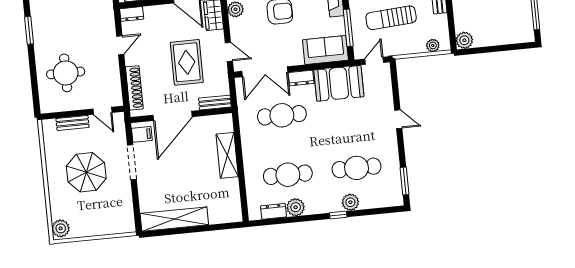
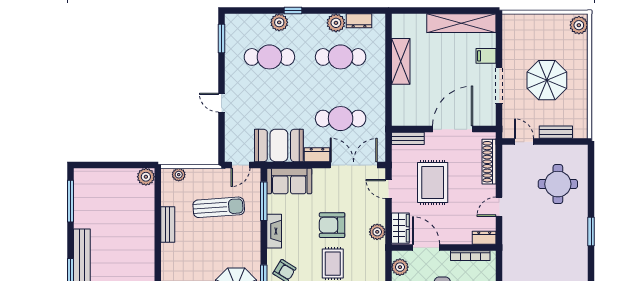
filing cabinet: (142, 134) -> (486, 56), moved
shelving: (227, 155) -> (401, 61), moved

